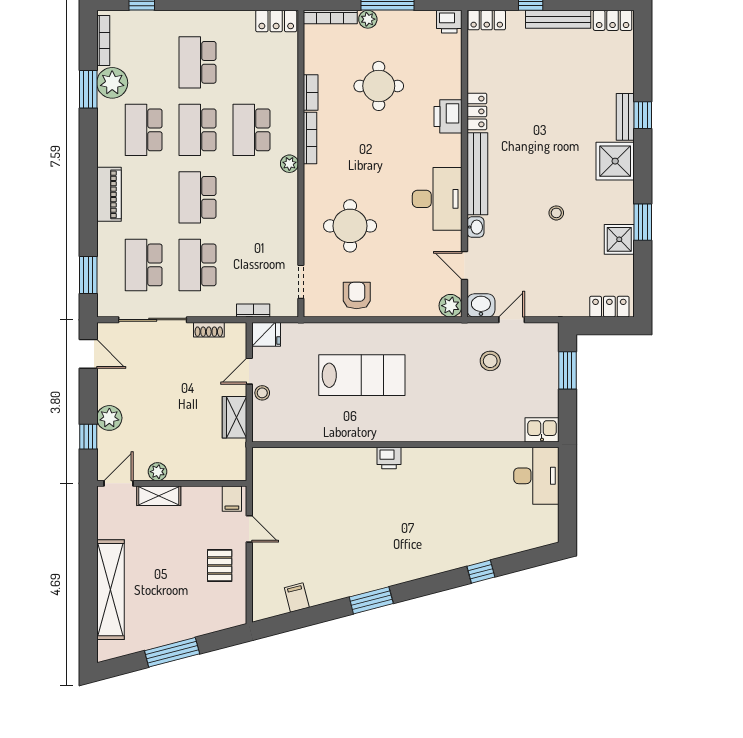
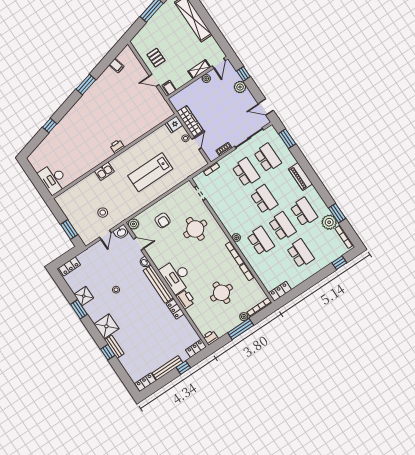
desk: (437, 199) -> (176, 276), moved
armchair: (357, 296) -> (163, 220), moved
fridge: (266, 334) -> (174, 124), moved
wardrobe: (235, 417) -> (190, 121), width x1.50
kitchen sink: (542, 430) -> (104, 171), moved

